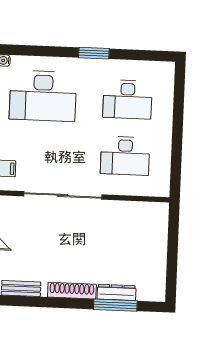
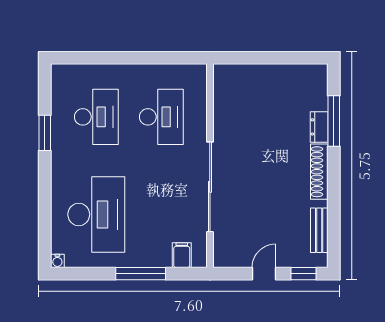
window: (94, 53) -> (45, 133), moved
dresser: (117, 292) -> (319, 127), width x0.70

